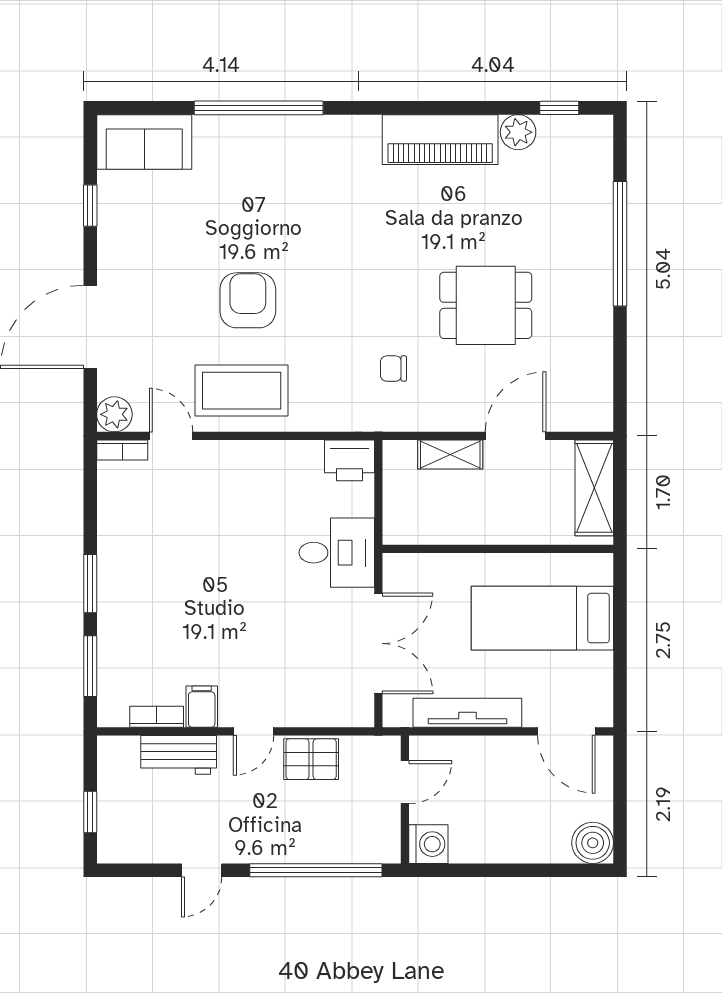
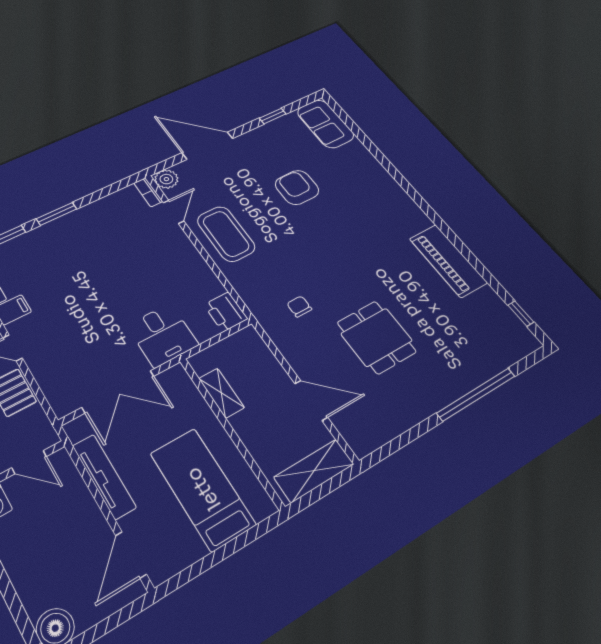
window: (259, 108) -> (387, 165), removed
plant: (518, 132) -> (488, 299), removed
armchair: (248, 300) -> (297, 187), moved, turned -90
shelving: (450, 455) -> (221, 393), moved

